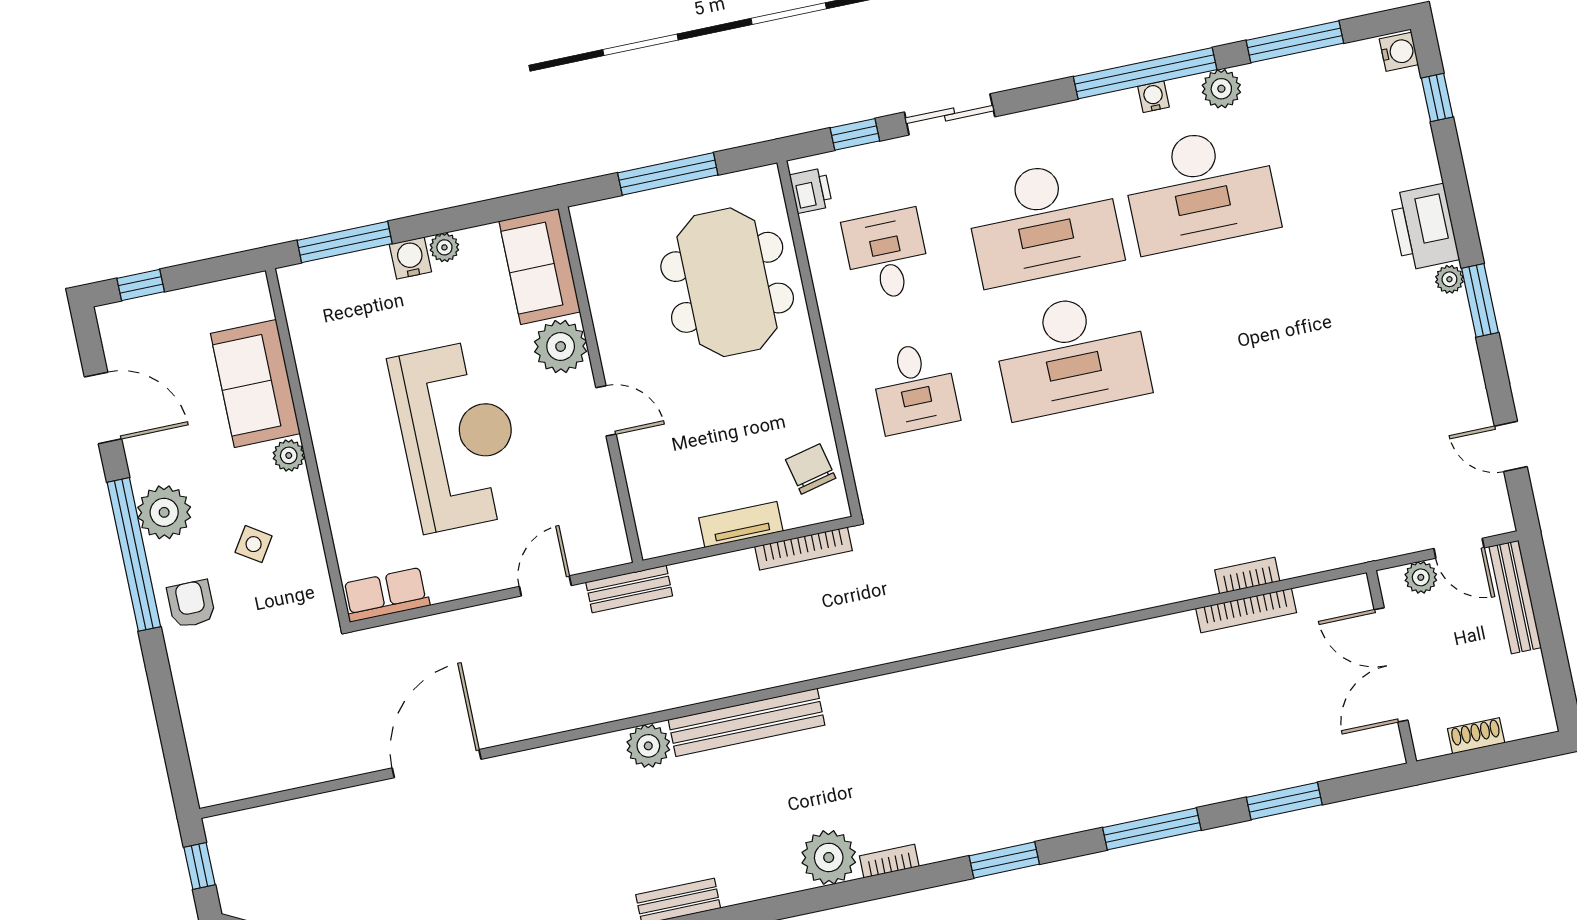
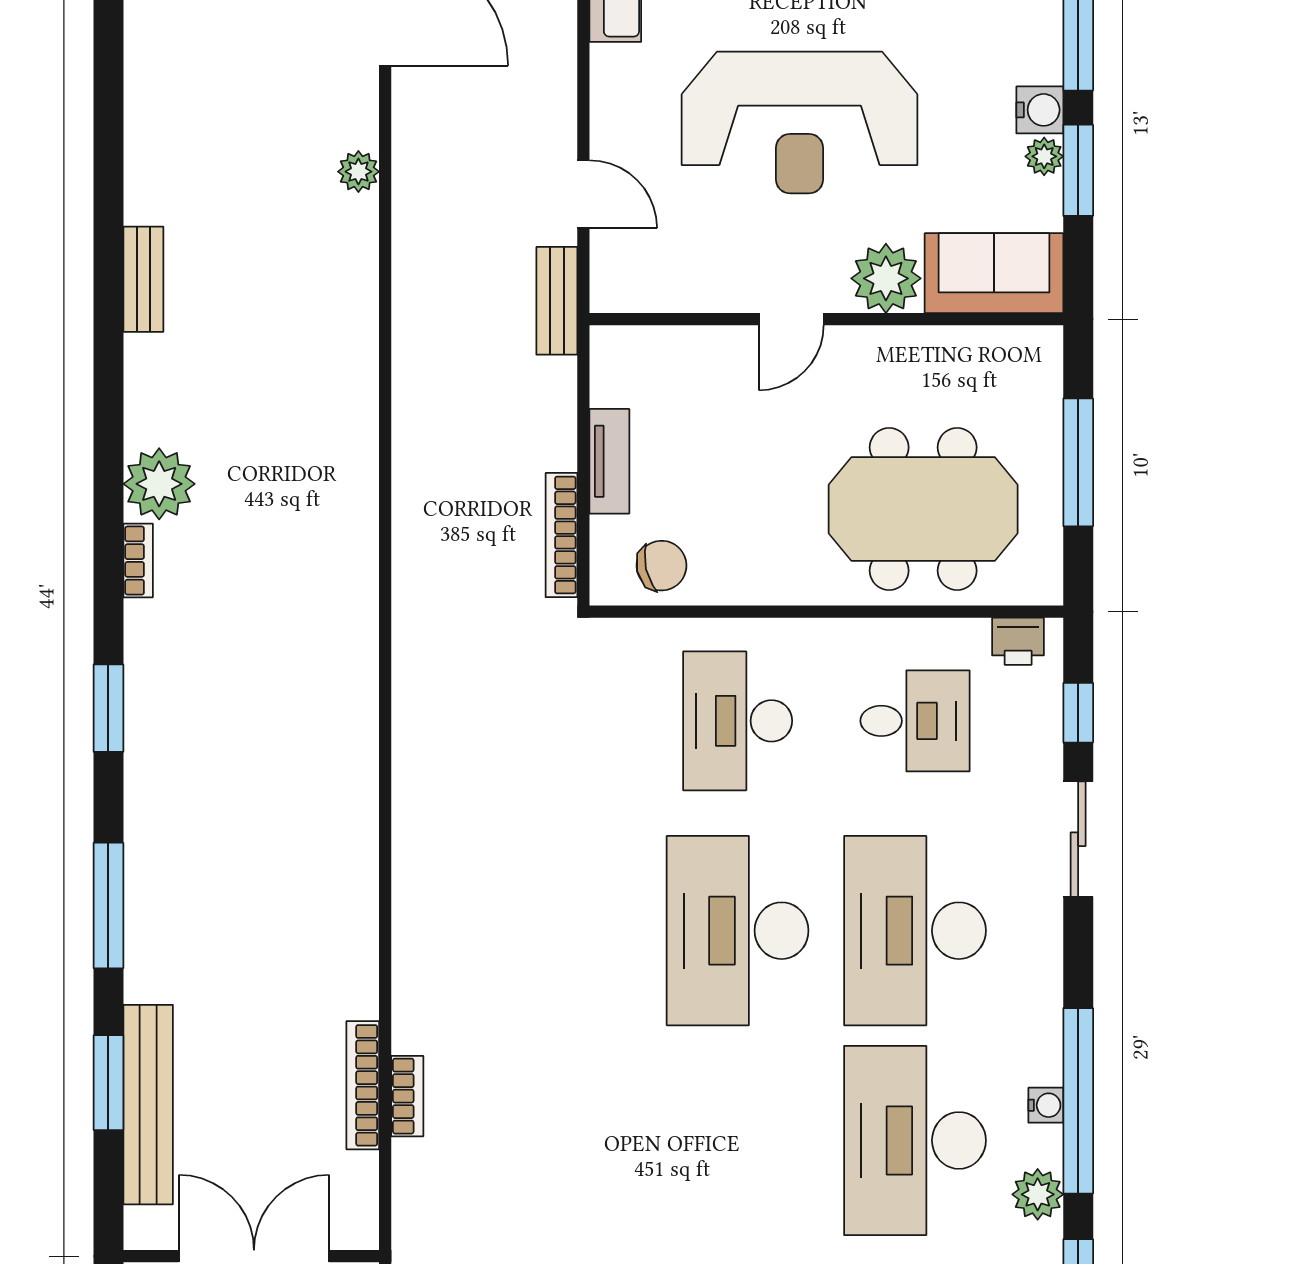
window: (449, 220) -> (1078, 170), added
desk: (915, 388) -> (738, 721), width x1.37
bench: (747, 722) -> (148, 1105), moved
plant: (648, 746) -> (358, 172), moved, width x0.73, depth x0.73

